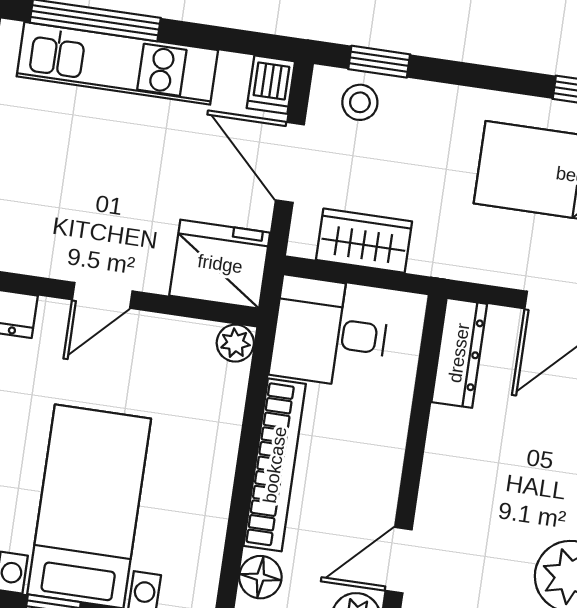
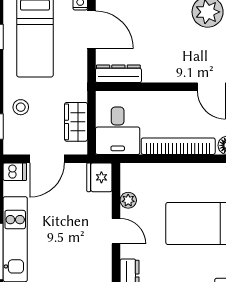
stool: (360, 102) -> (21, 107), moved
fridge: (220, 264) -> (99, 177), width x0.73, depth x0.75
plant: (235, 343) -> (128, 200), moved

